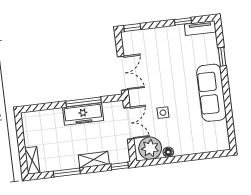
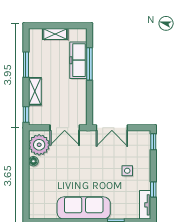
window: (84, 102) -> (90, 64), moved
side table: (163, 113) -> (127, 171), moved
freezer: (83, 114) -> (78, 60), moved
shelving: (32, 160) -> (55, 34), moved

